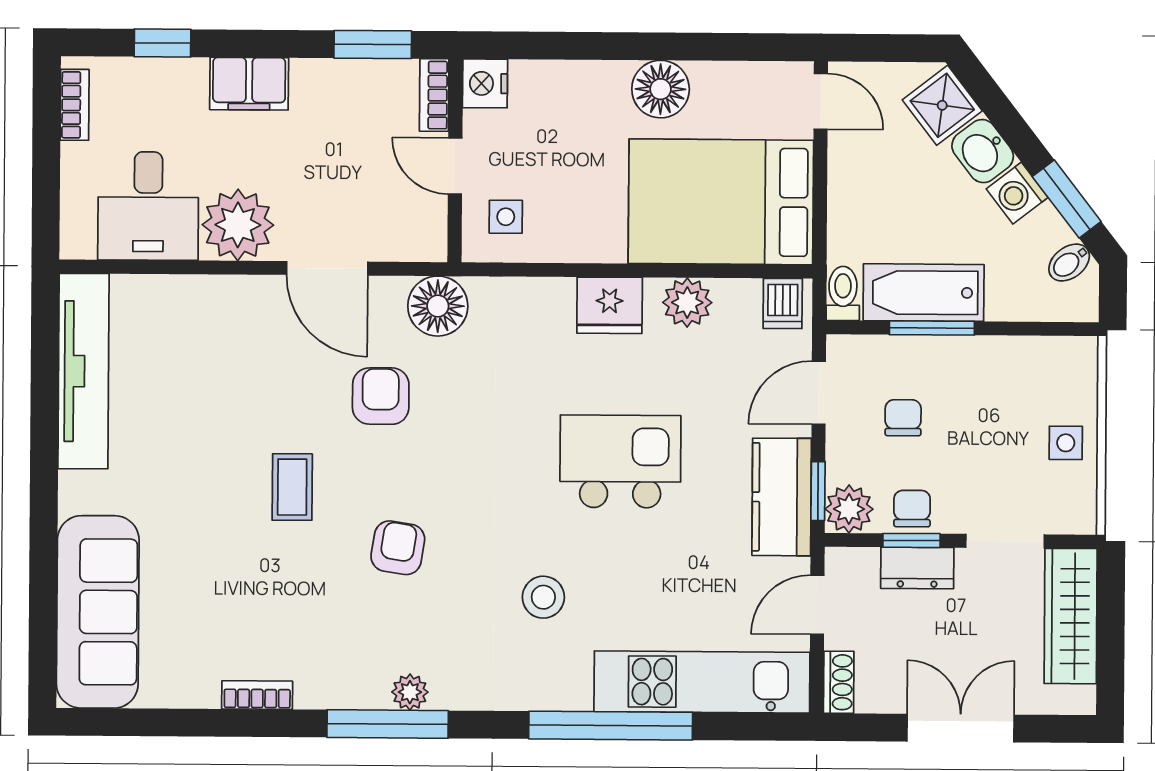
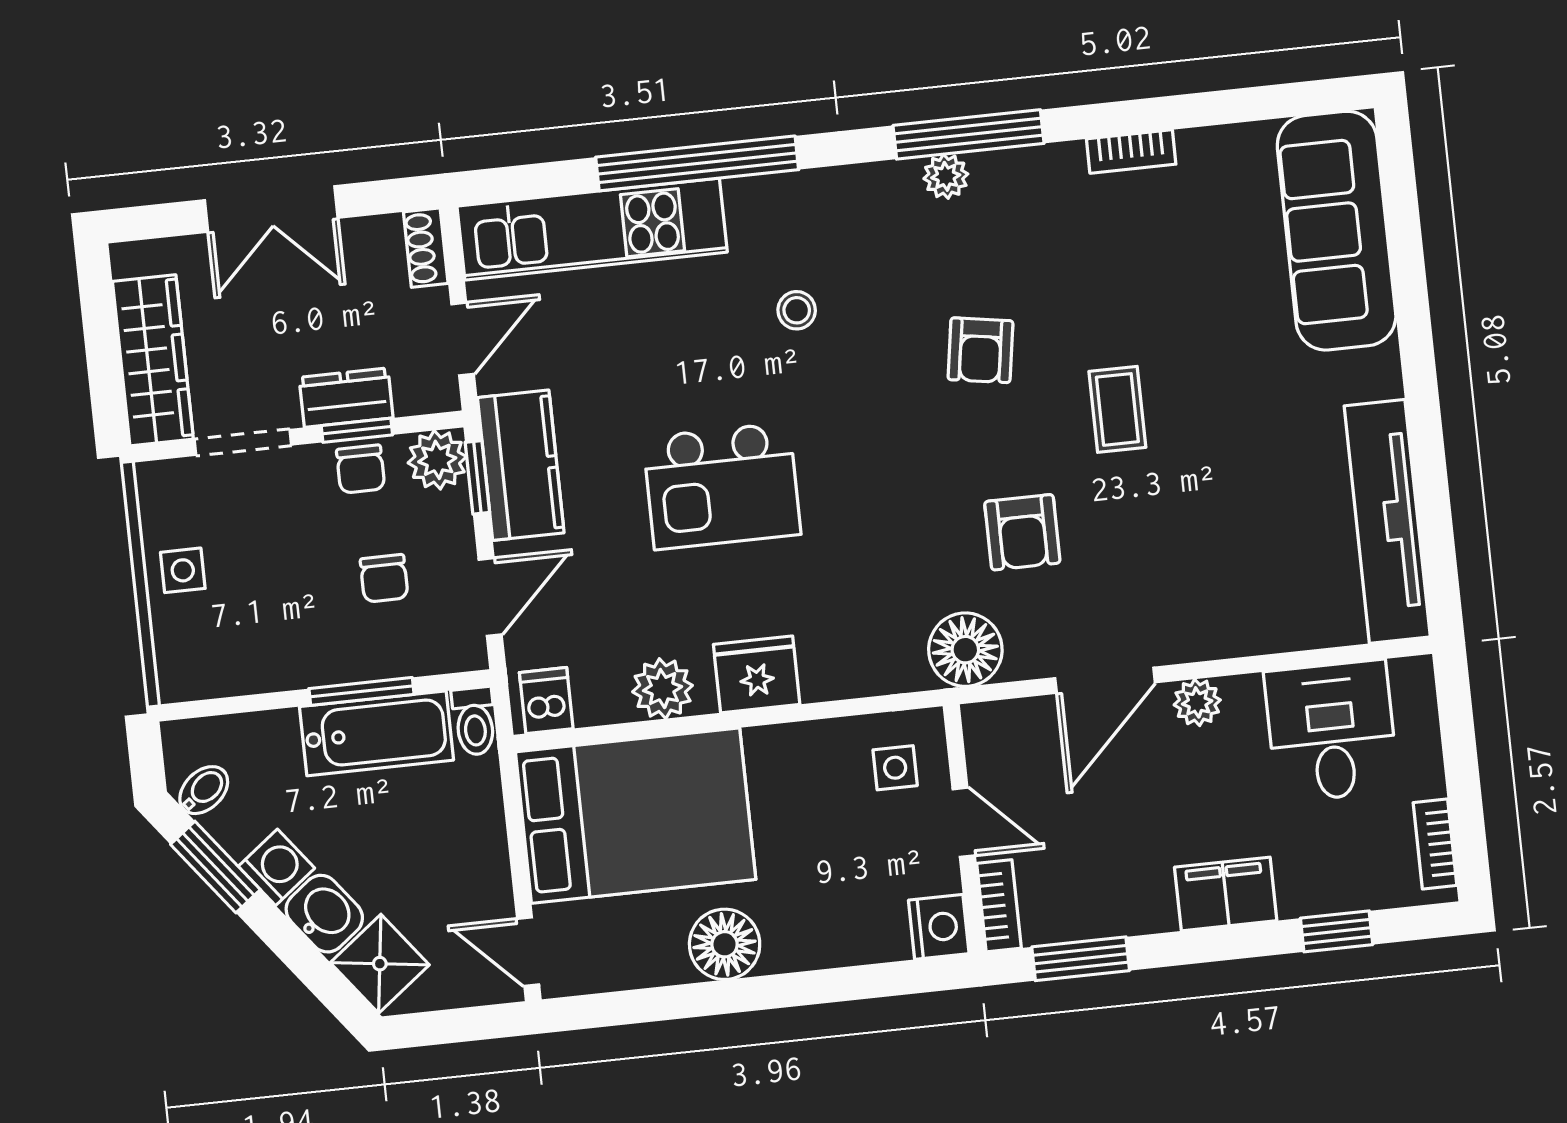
plant: (238, 225) -> (1197, 702), width x0.53, depth x0.53
door: (327, 268) -> (1105, 680), swing flipped
stool: (543, 597) -> (797, 310), width x0.73, depth x0.73

